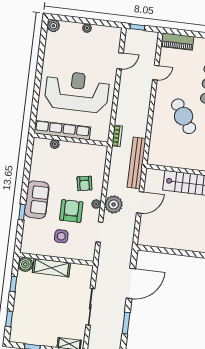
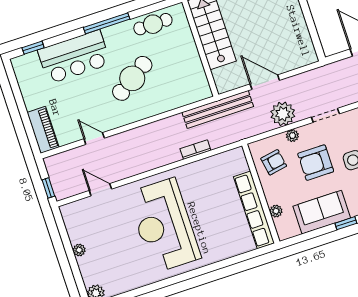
row of seats: (62, 130) -> (254, 210), moved
wall: (71, 140) -> (261, 194), moved
plant: (55, 144) -> (276, 211), moved

